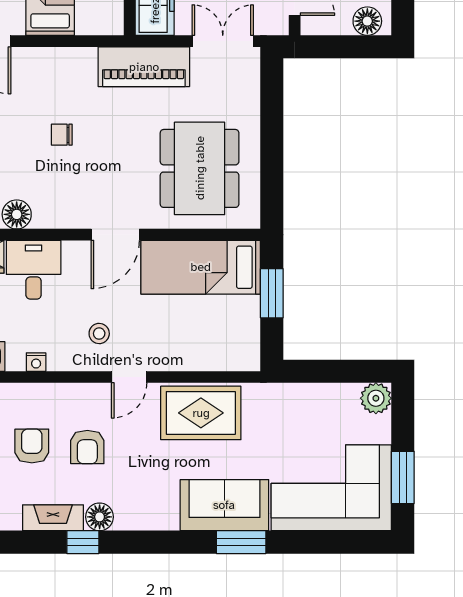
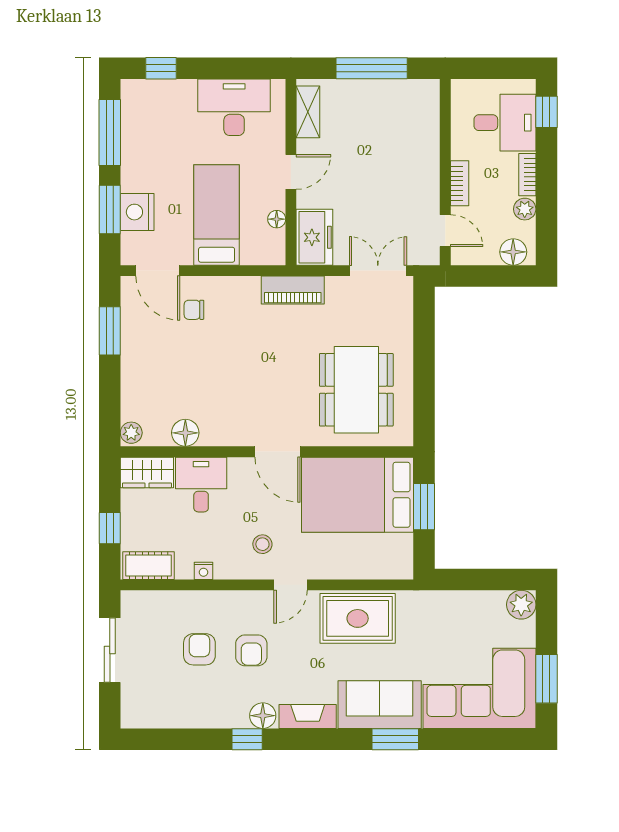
piano: (144, 67) -> (293, 290), width x0.73, depth x0.75
chair: (62, 135) -> (194, 310), moved
door: (115, 235) -> (278, 452), hinge flipped
bed: (201, 267) -> (357, 495), width x1.50
fireplace: (53, 518) -> (308, 716), moved

